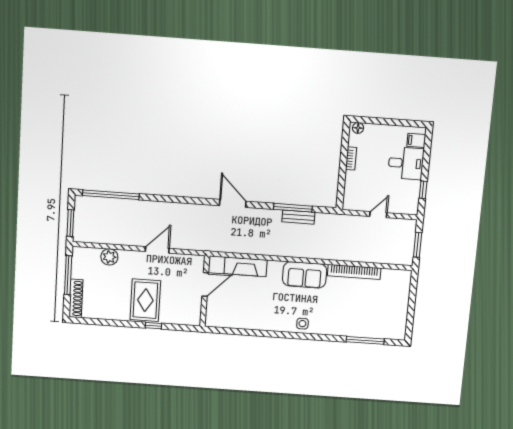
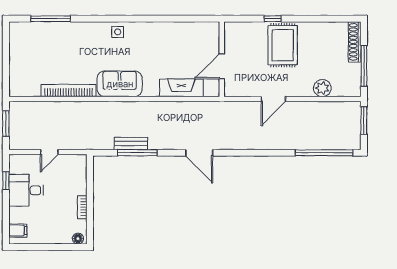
desk: (406, 163) -> (26, 190), moved

